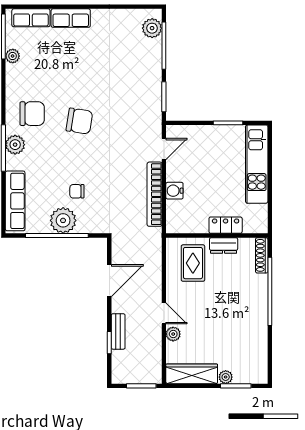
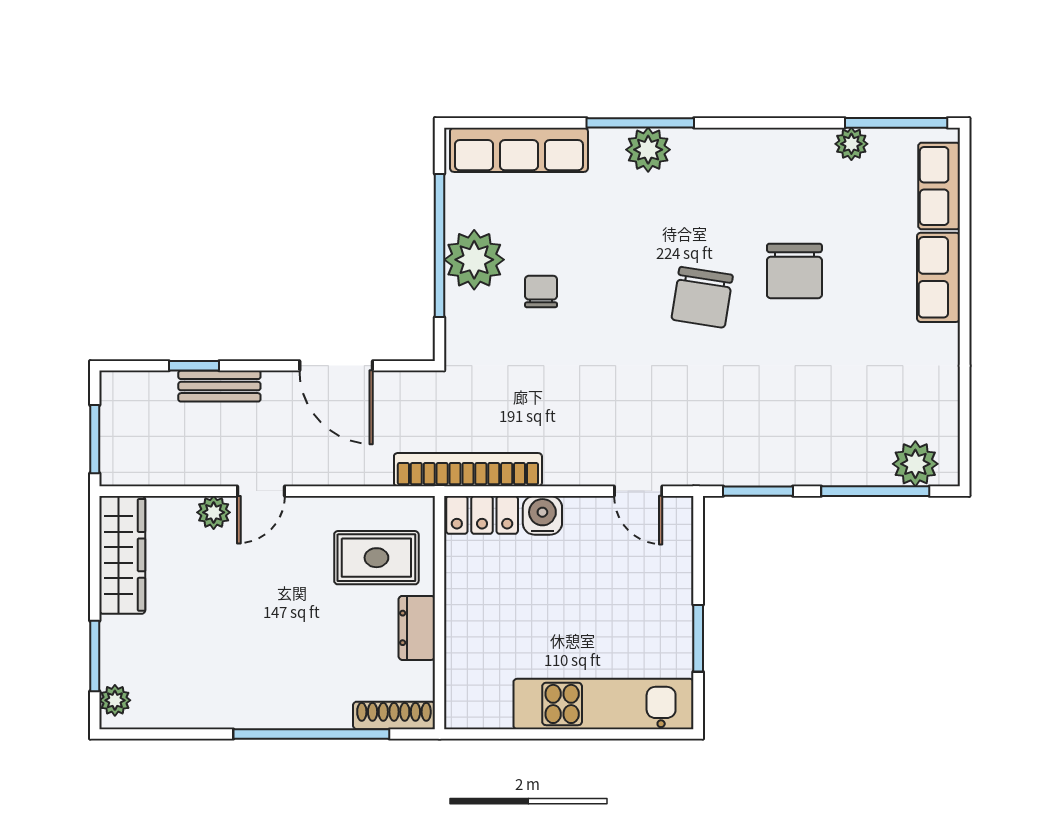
chair: (32, 114) -> (794, 271), moved
bookcase: (155, 194) -> (468, 470), moved
locker: (226, 225) -> (482, 515), moved, turned 90
plant: (226, 377) -> (115, 700), moved

